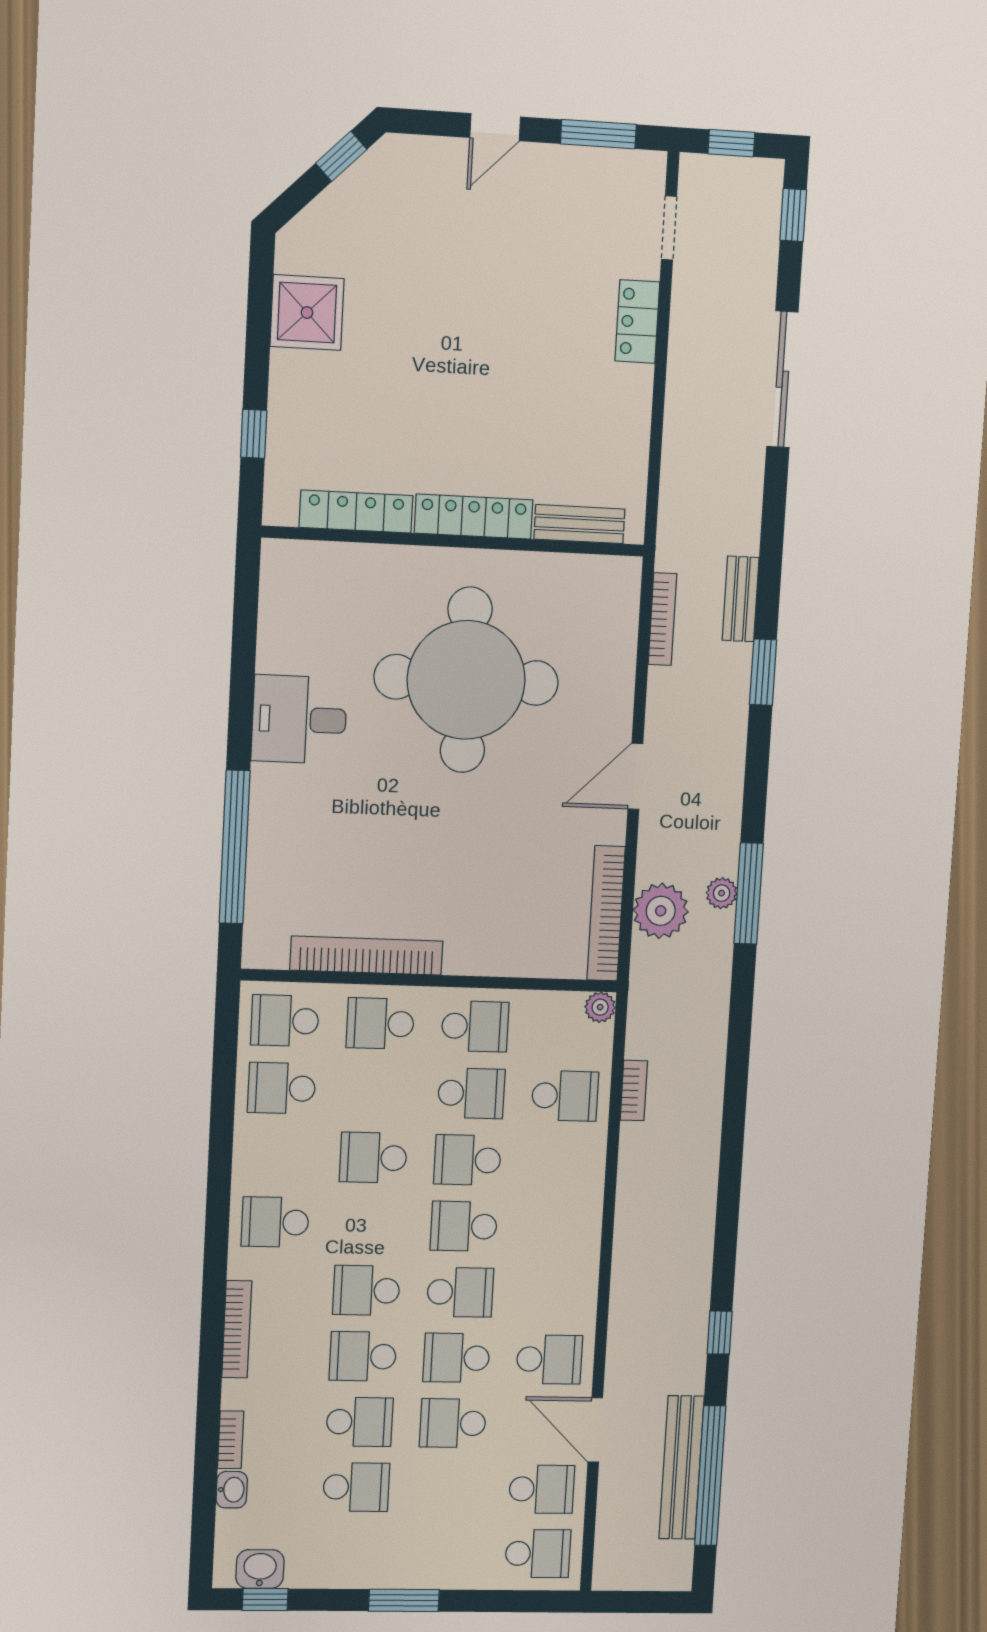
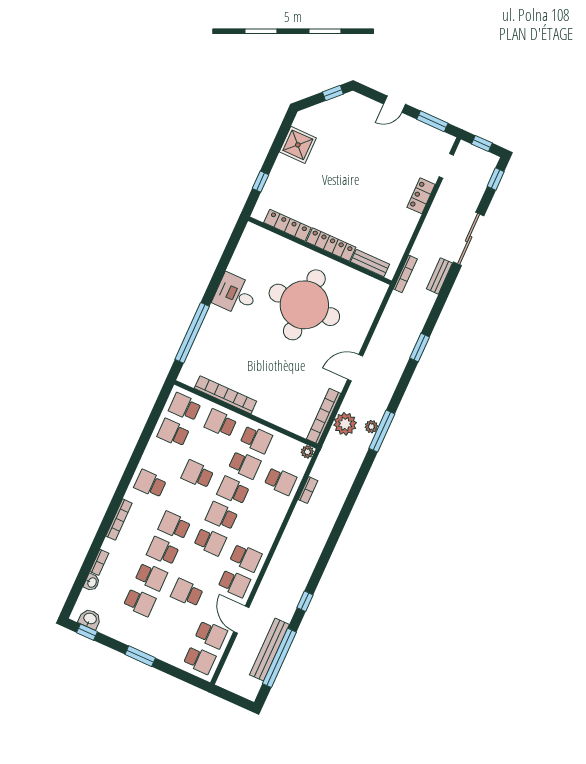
bench: (741, 599) -> (439, 276), moved
bookcase: (662, 619) -> (405, 274), moved
school desk: (456, 1358) -> (246, 558), moved, turned 180

